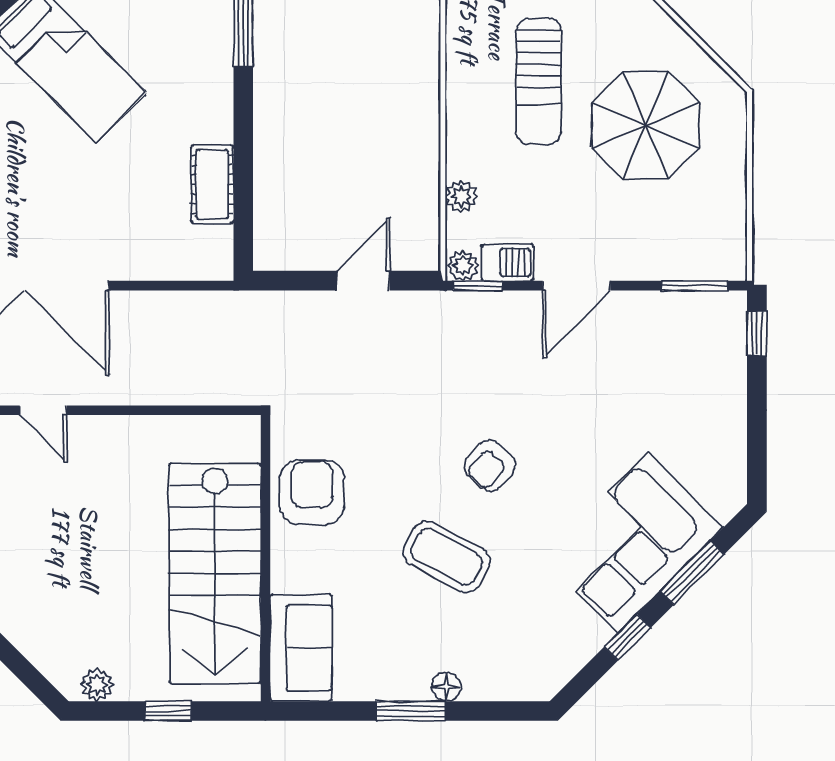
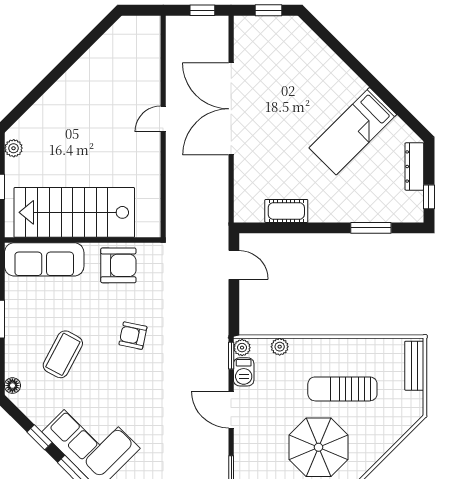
door: (363, 281) -> (234, 265), moved
armchair: (490, 466) -> (133, 336), moved, turned -31
coffee table: (447, 557) -> (63, 354), moved
sofa: (301, 648) -> (44, 259), width x1.36
floor lamp: (446, 687) -> (12, 386), moved

